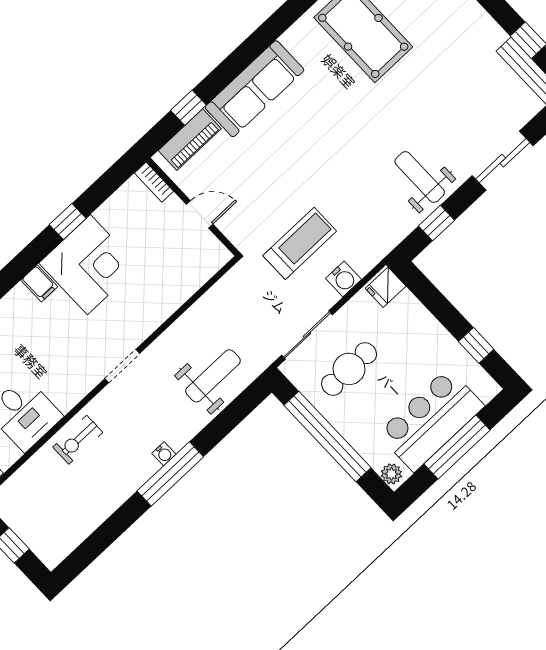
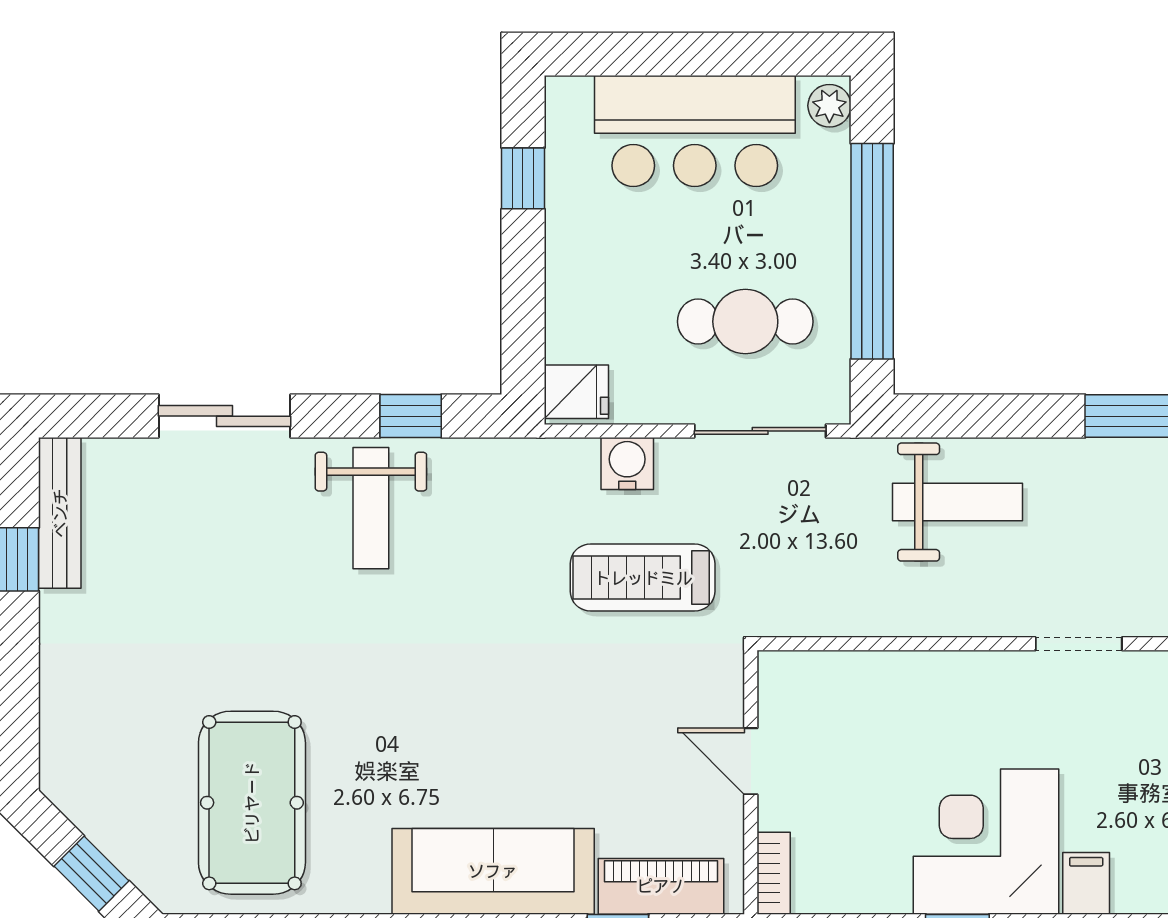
weight bench: (213, 376) -> (958, 502), turned 180
window: (457, 447) -> (694, 54), removed
water cooler: (164, 454) -> (1140, 455), removed

